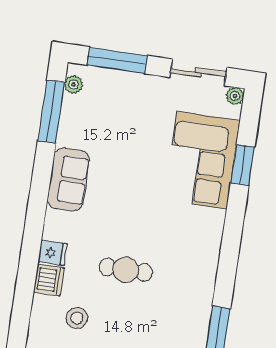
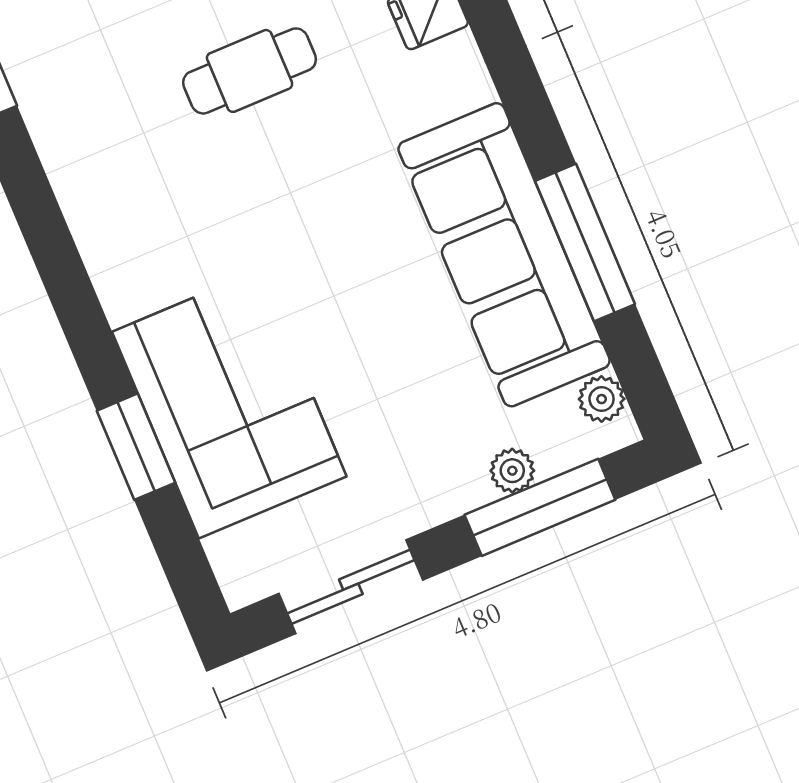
plant: (235, 96) -> (512, 471), moved
window: (51, 112) -> (585, 243), moved
sofa: (68, 179) -> (504, 255), width x1.85, depth x1.27

